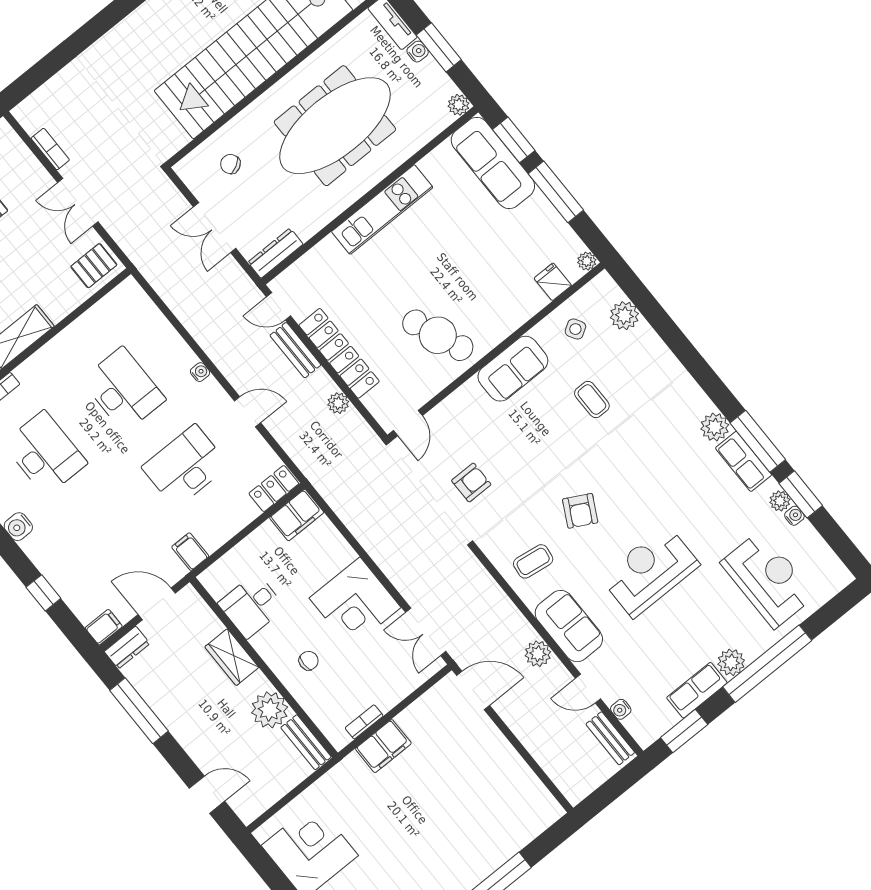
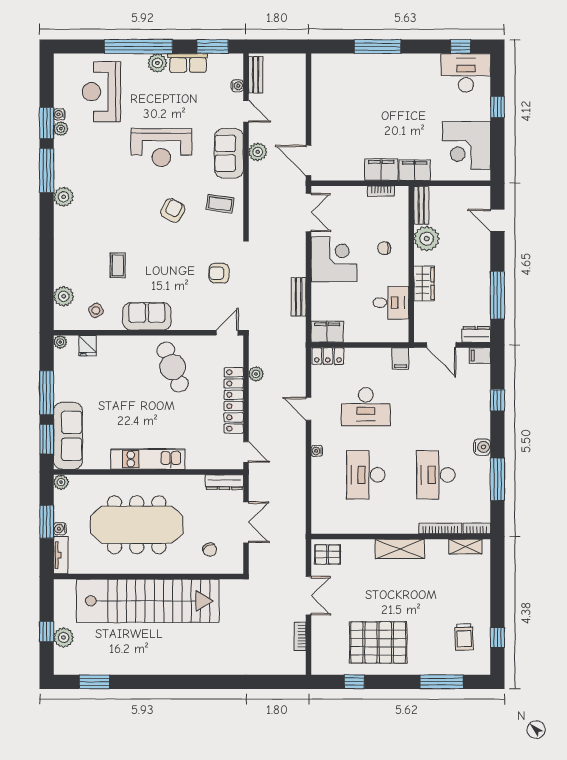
bench: (295, 350) -> (299, 297), moved
row of seats: (744, 461) -> (63, 166), removed
filing cabinet: (345, 776) -> (415, 170), added

